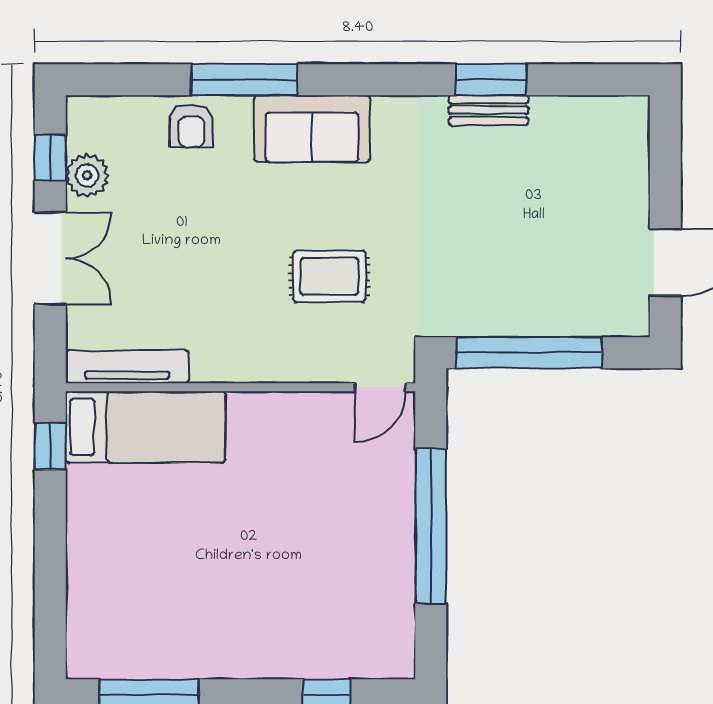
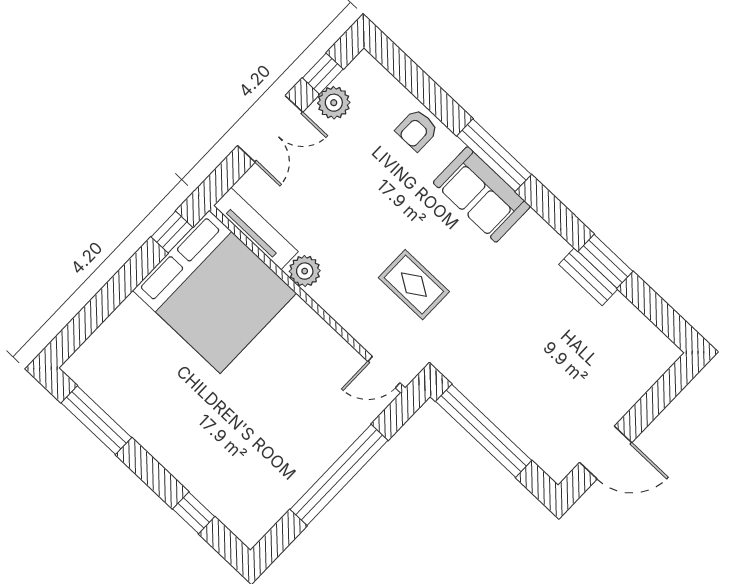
window: (245, 80) -> (494, 155), moved
plant: (213, 363) -> (305, 271), added
bed: (145, 427) -> (215, 292), width x2.04

